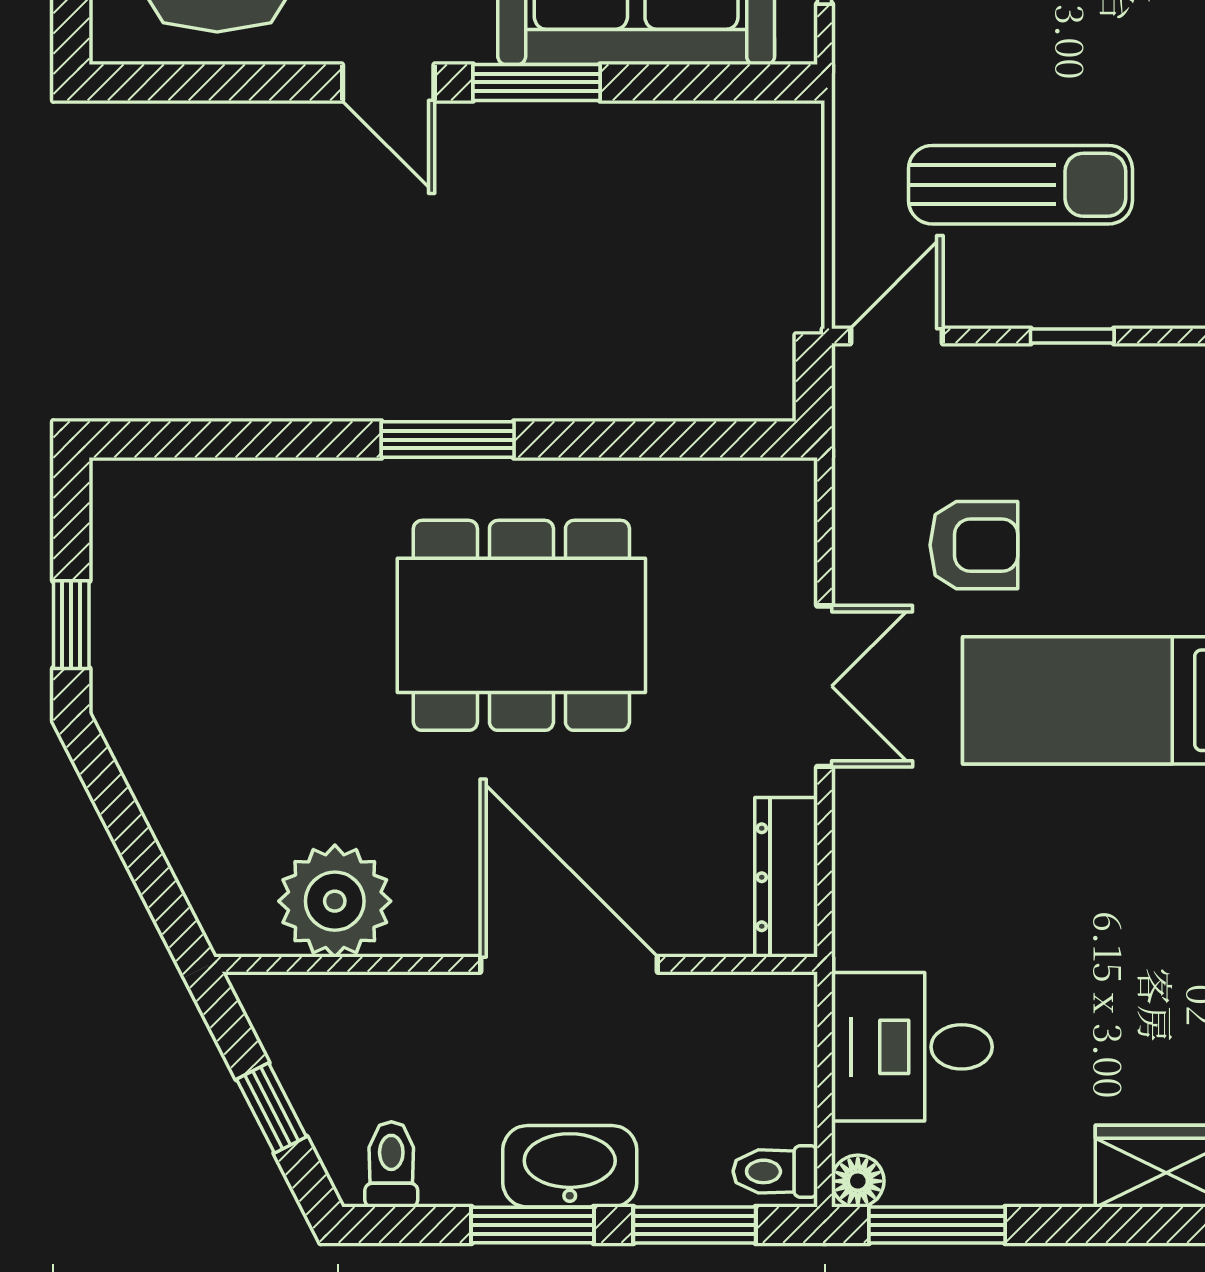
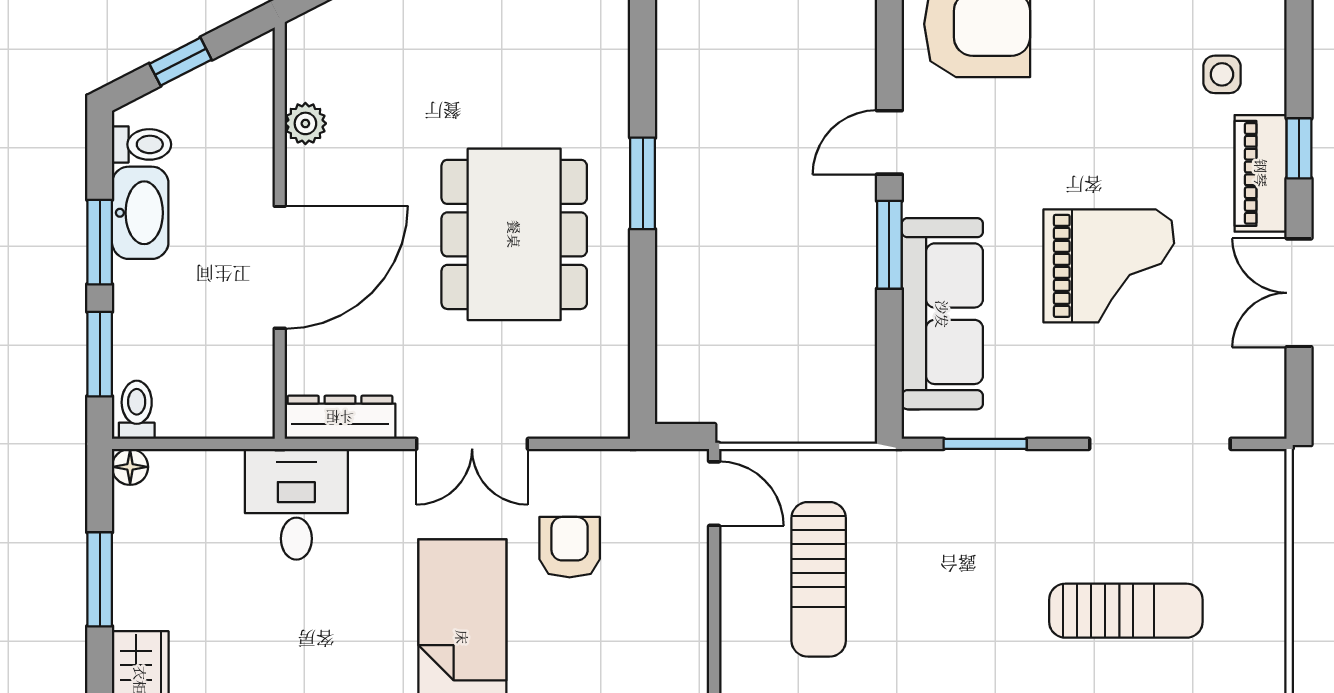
window: (1072, 336) -> (714, 615), removed
armchair: (974, 545) -> (570, 547), turned 180
plant: (335, 901) -> (305, 123), width x0.53, depth x0.53
desk: (912, 1047) -> (296, 504), moved
washbasin: (570, 1166) -> (140, 213), moved
window: (937, 1225) -> (100, 579), moved

